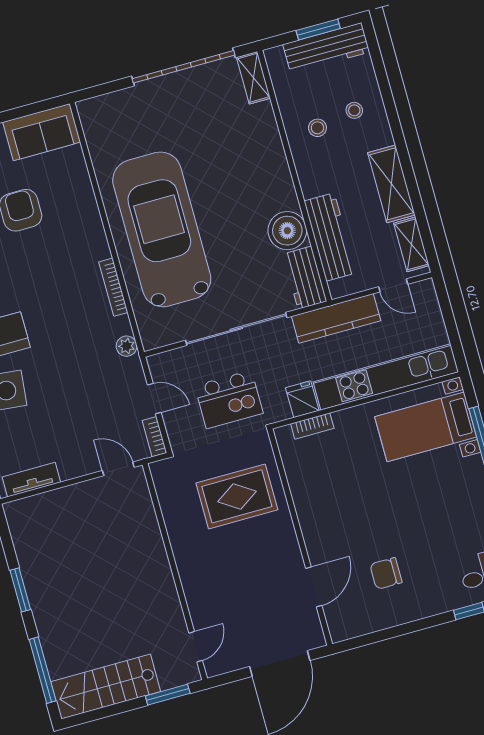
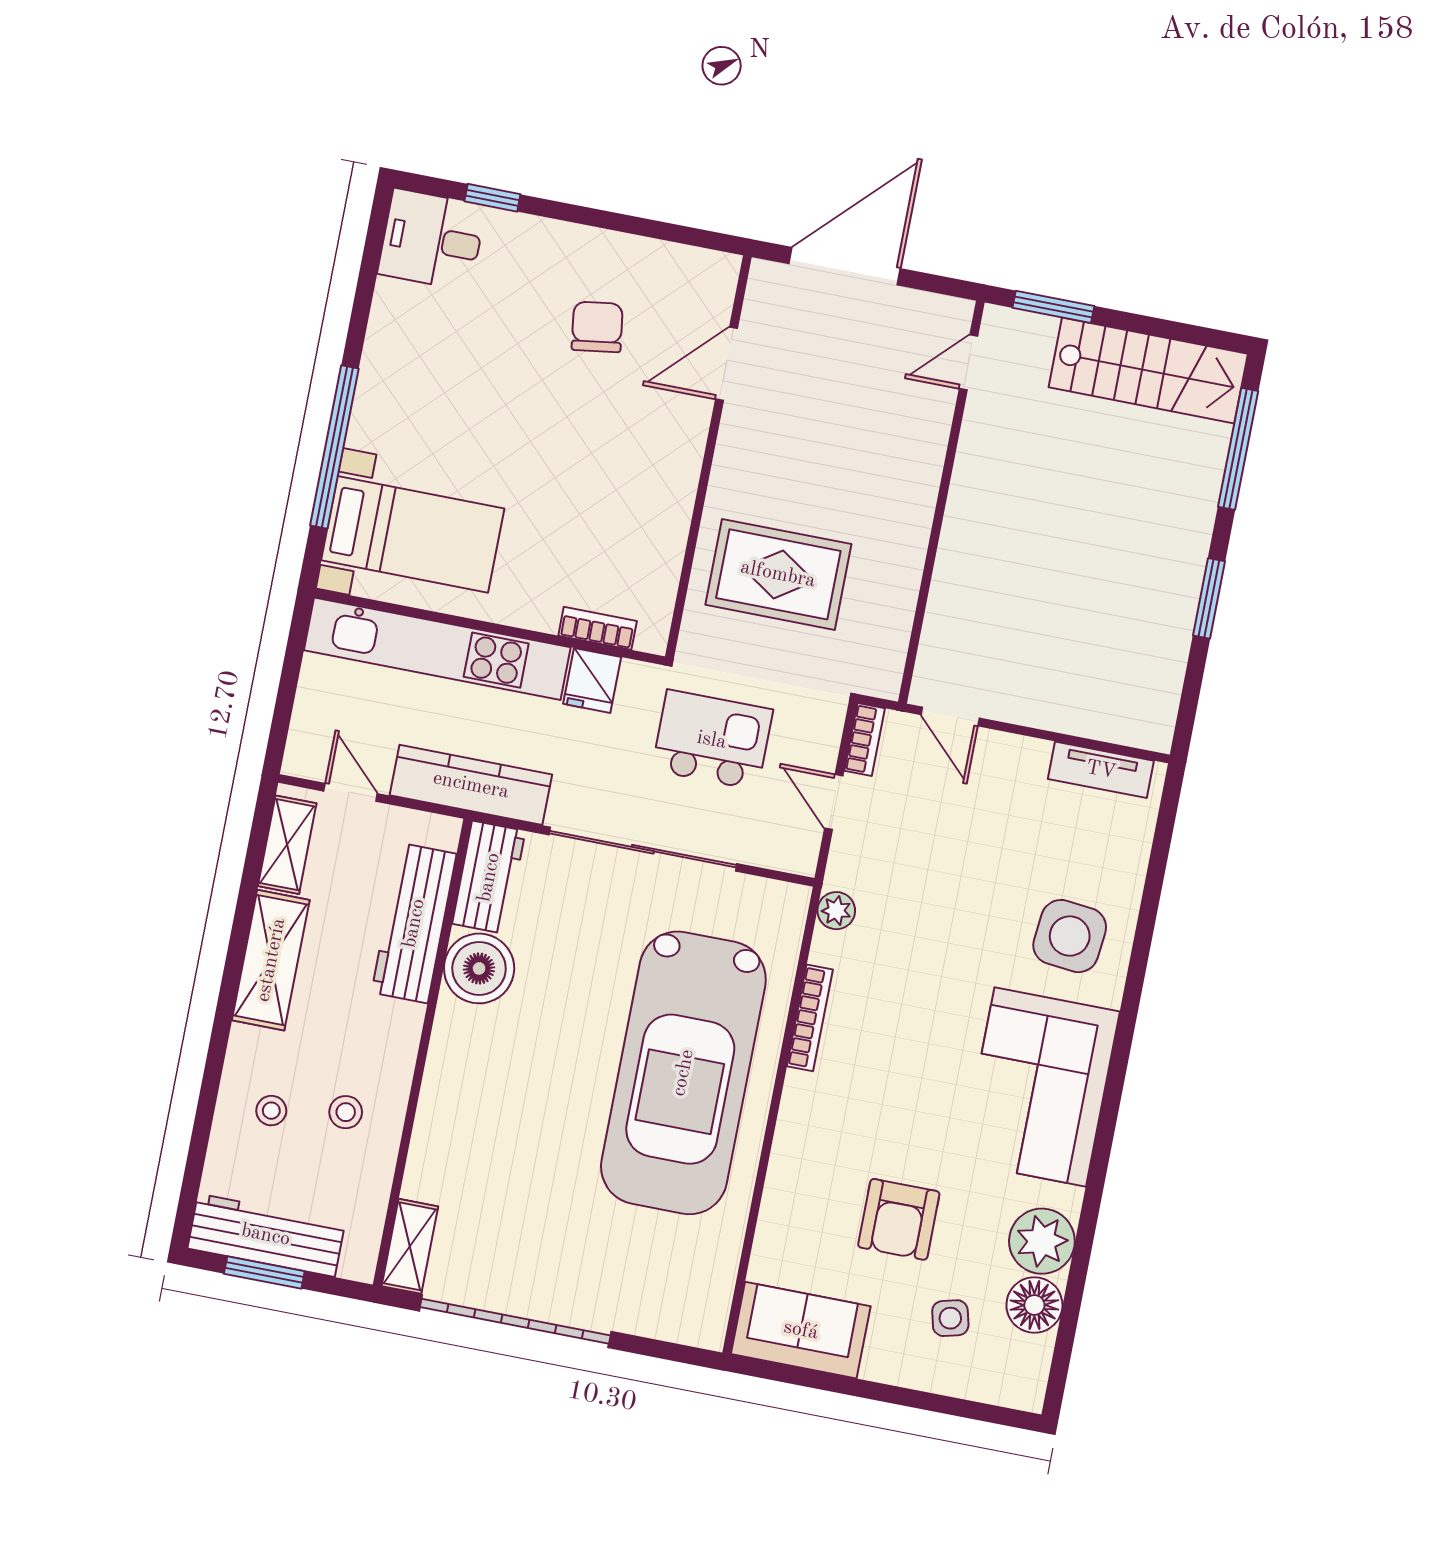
chair: (386, 573) -> (597, 327), turned -98

